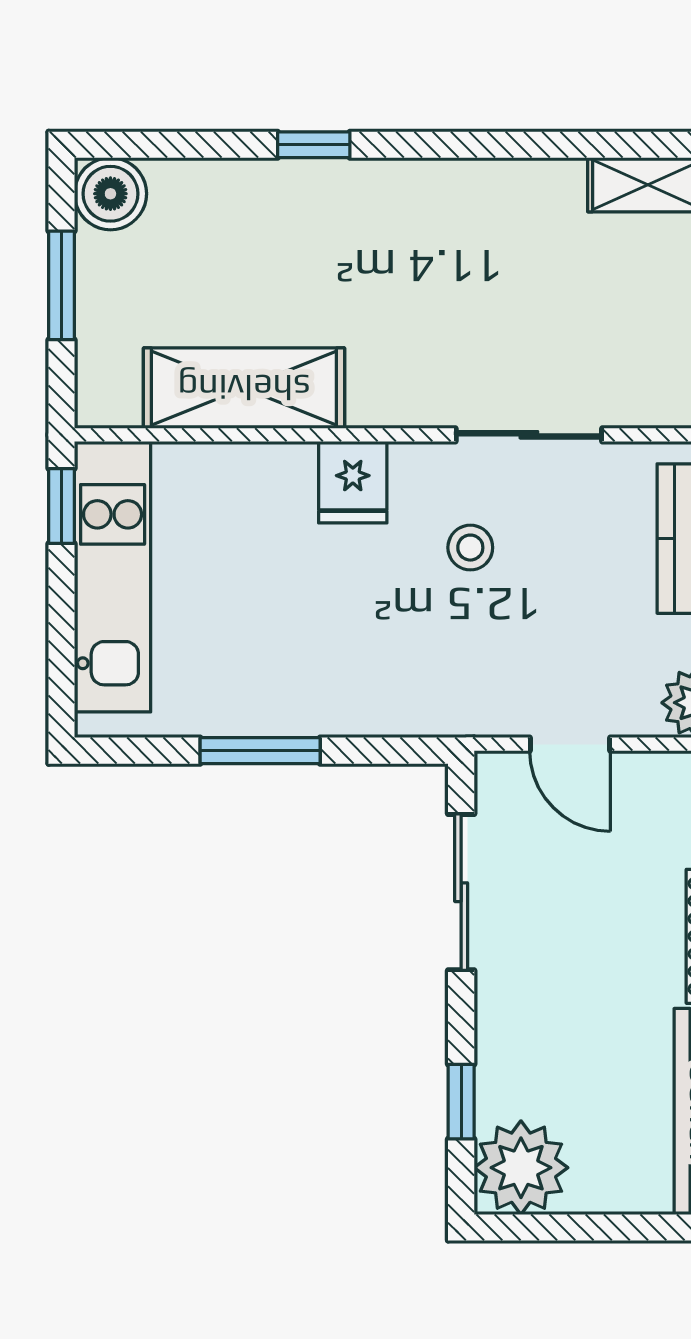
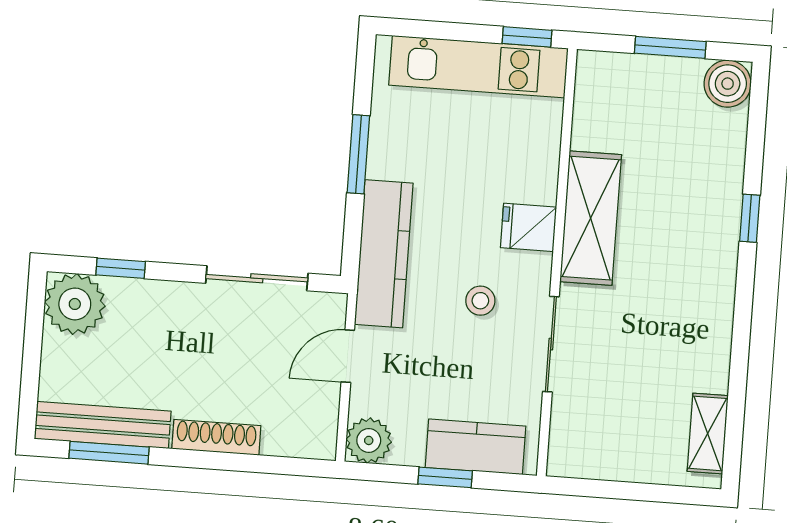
shelving: (244, 388) -> (591, 218), moved
kitchen counter: (409, 701) -> (384, 254), added

